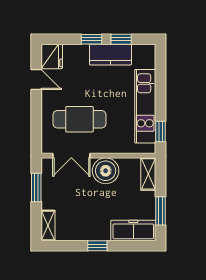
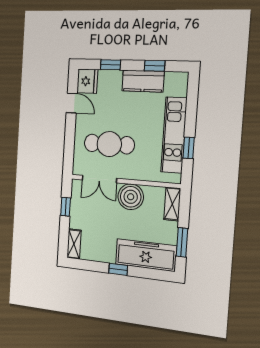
window: (91, 39) -> (111, 65), moved
window: (161, 131) -> (189, 148), moved
window: (36, 188) -> (66, 207), width x0.67
freezer: (133, 230) -> (146, 255), width x1.36, depth x1.26

